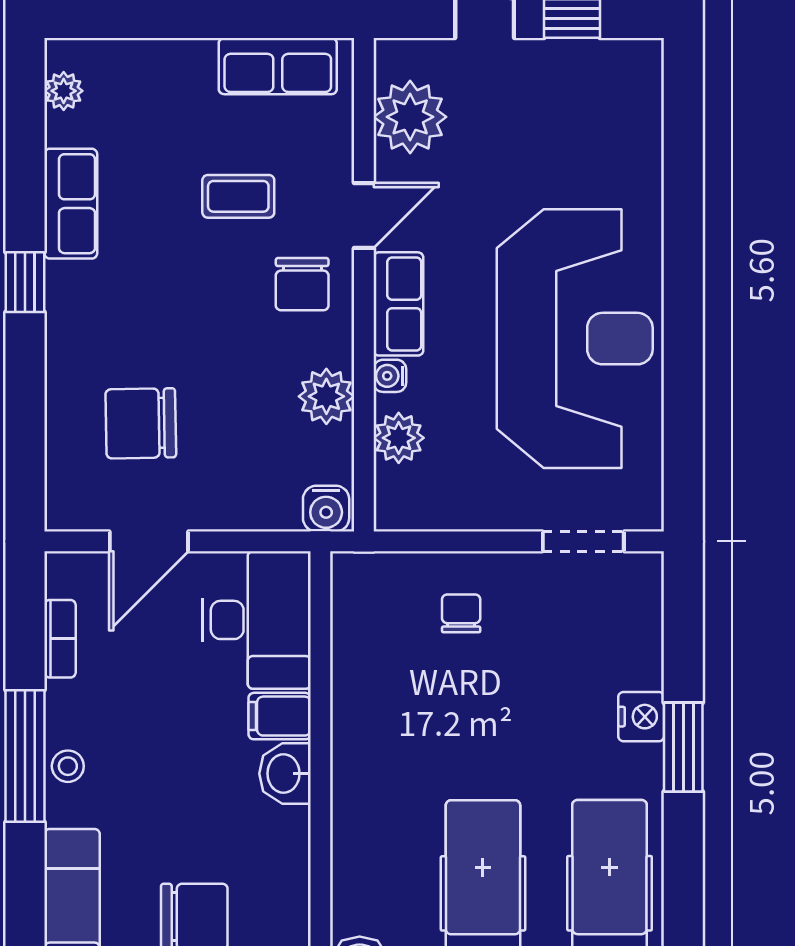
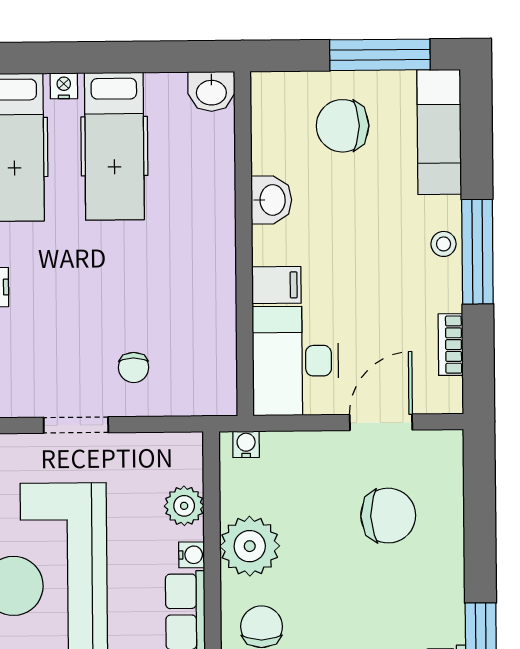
plant: (326, 396) -> (250, 546), width x1.36, depth x1.36
water cooler: (326, 509) -> (246, 444), width x0.72, depth x0.72
doorway: (583, 541) -> (76, 425), moved
washbasin: (285, 774) -> (271, 200), moved

